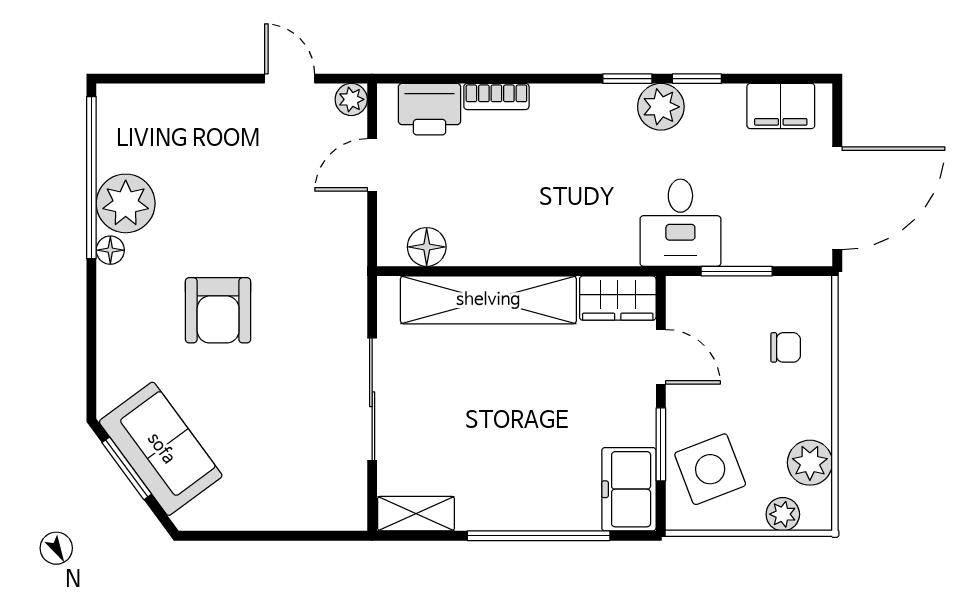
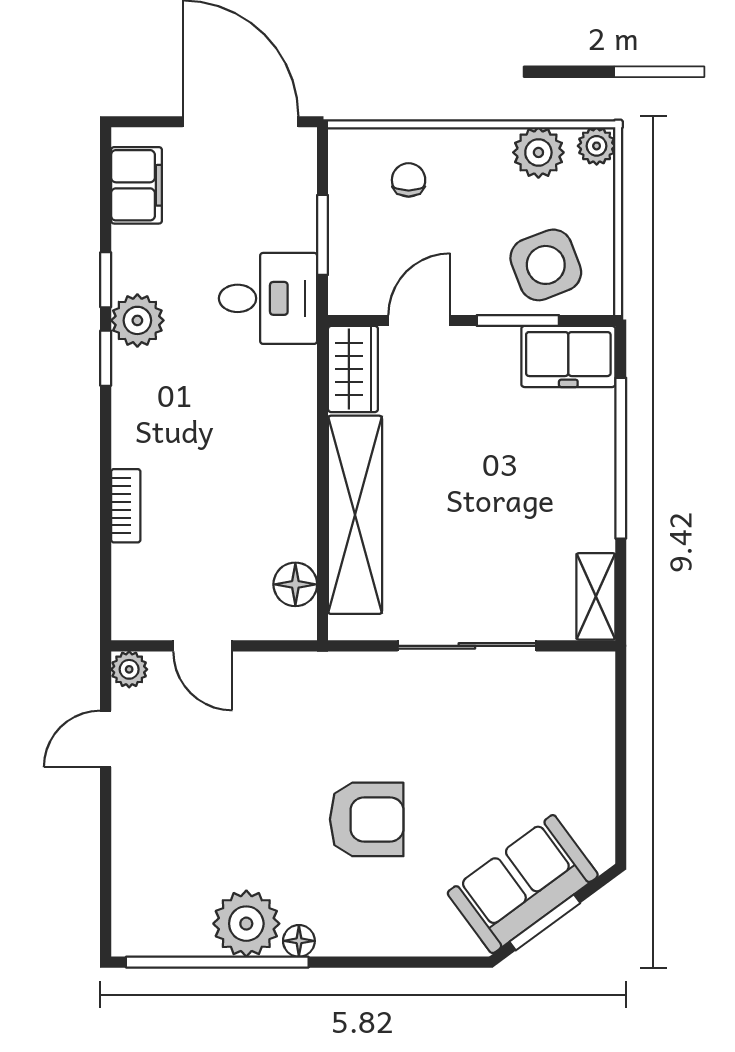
printer: (429, 109) -> (140, 581), removed
plant: (783, 514) -> (597, 146), moved

